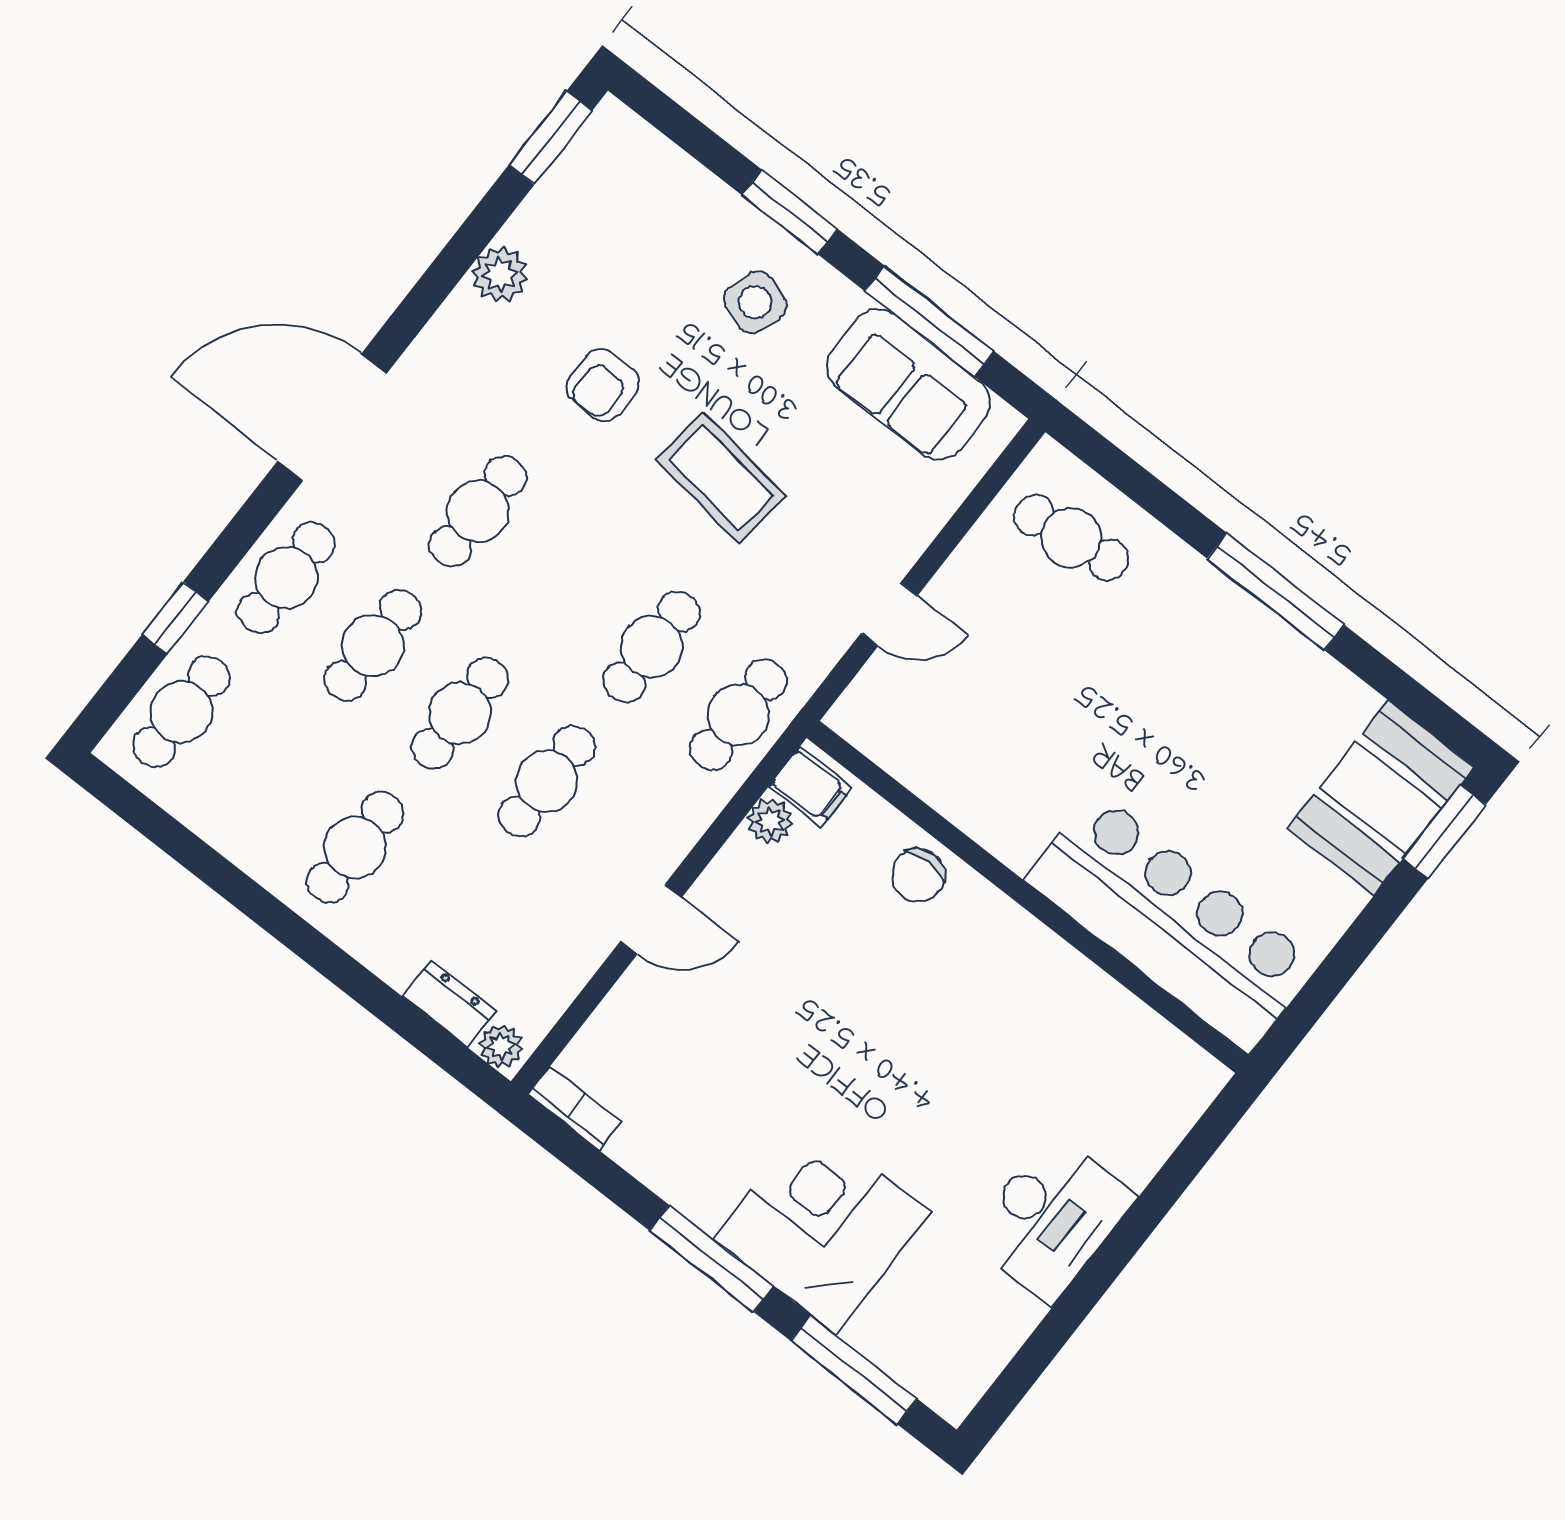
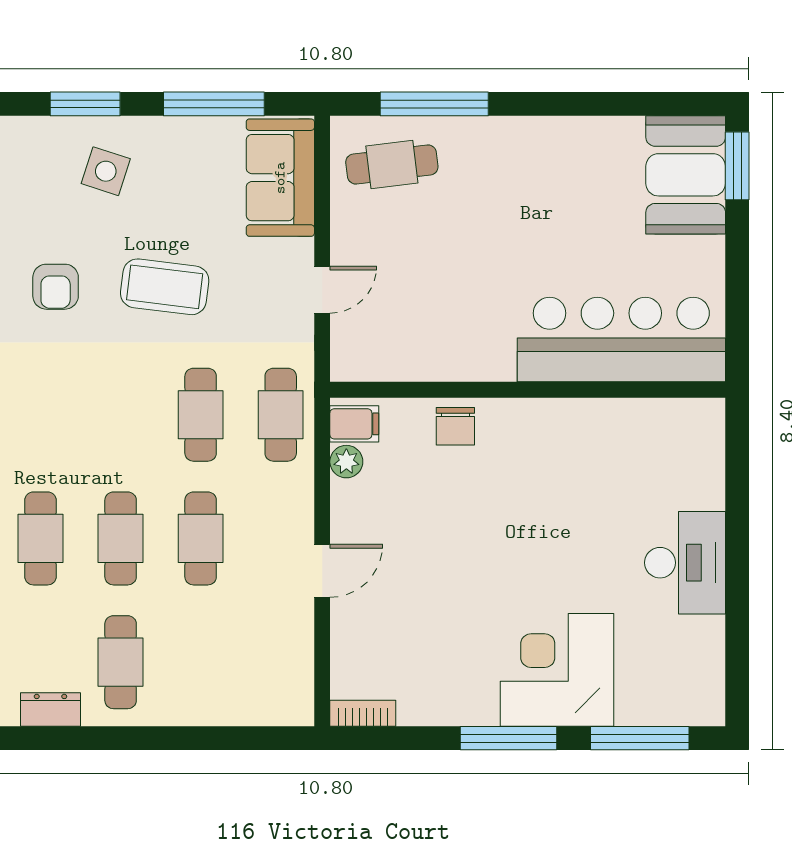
sofa: (908, 385) -> (280, 178), moved, turned 90
cafe table: (478, 511) -> (41, 415), removed
window: (1276, 592) -> (434, 104), moved
dresser: (449, 1004) -> (50, 710), moved
plant: (501, 1046) -> (293, 711), removed

